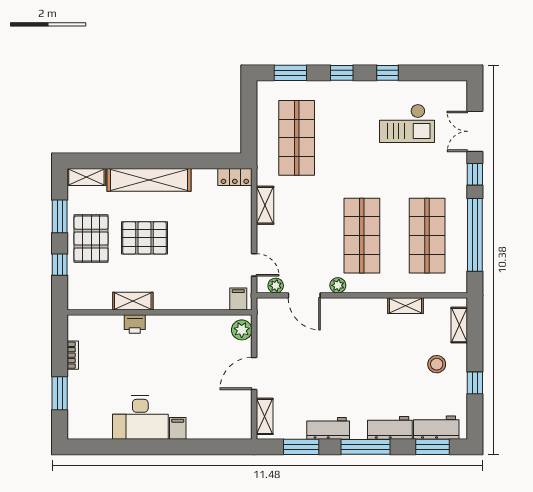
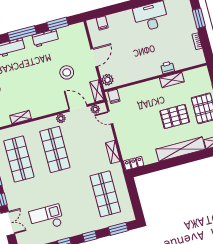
stool: (307, 361) -> (67, 72), added
shelving: (265, 416) -> (97, 91), moved
filing cabinet: (178, 428) -> (102, 23), moved

